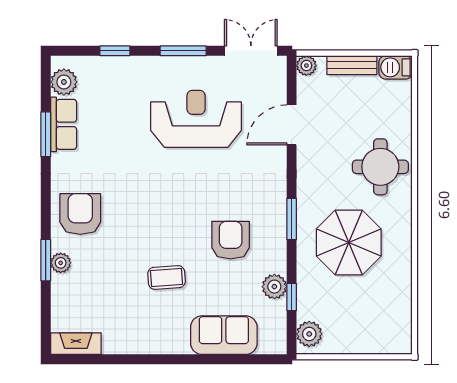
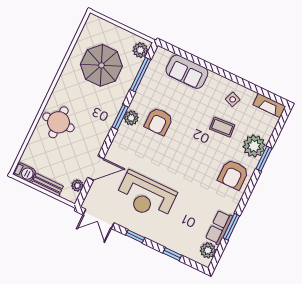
window: (183, 51) -> (135, 236), width x0.67
plant: (306, 66) -> (77, 186), moved
parasol: (349, 243) -> (101, 65), moved
plant: (61, 263) -> (254, 146), width x1.88, depth x1.88
coffee table: (167, 278) -> (222, 127), moved
plant: (274, 287) -> (131, 118), moved
window: (292, 297) -> (140, 75), width x2.17
side table: (135, 326) -> (233, 99), added

